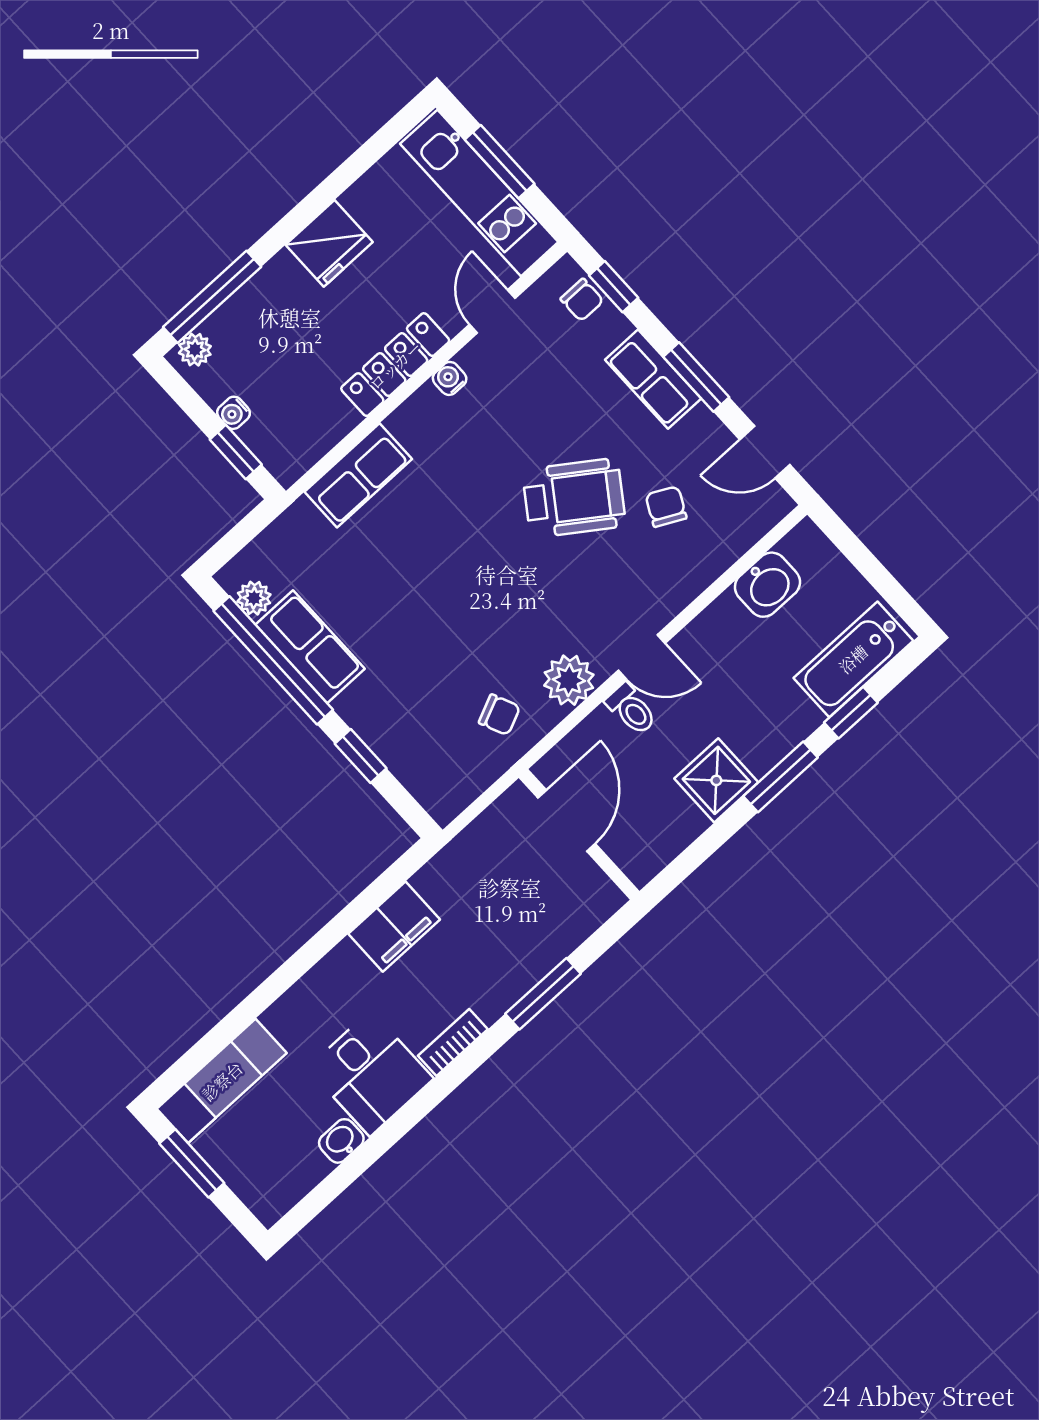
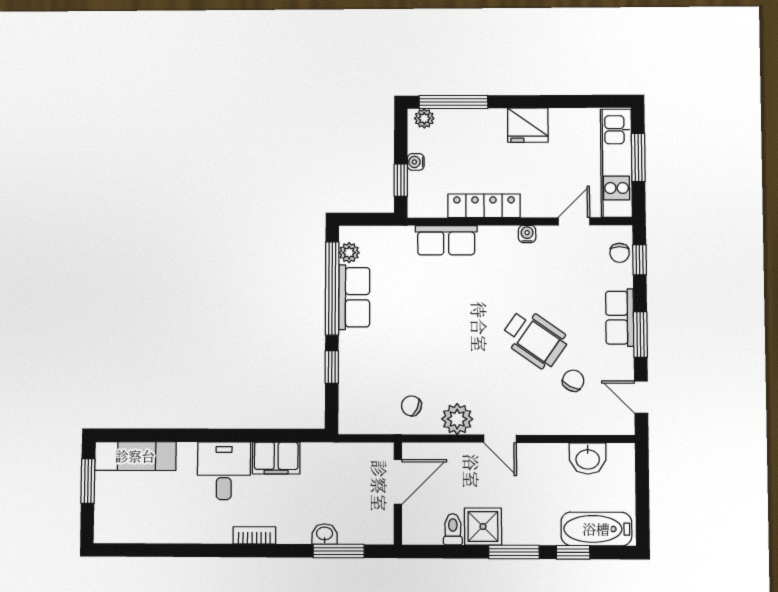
locker: (395, 365) -> (484, 206), moved
toilet: (631, 709) -> (453, 529), moved, turned 180
chair: (499, 715) -> (411, 406), turned 139
window: (543, 994) -> (339, 551), moved
desk: (371, 1073) -> (224, 471), moved, turned 180
washbasin: (341, 1141) -> (325, 534), moved

